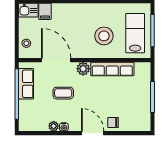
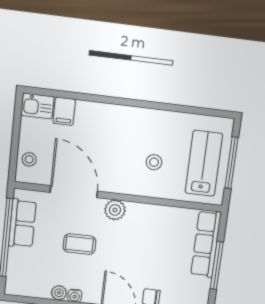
stool: (104, 36) -> (154, 162), width x0.53, depth x0.53
row of seats: (112, 69) -> (206, 244), moved, turned 90

